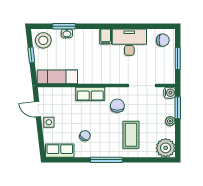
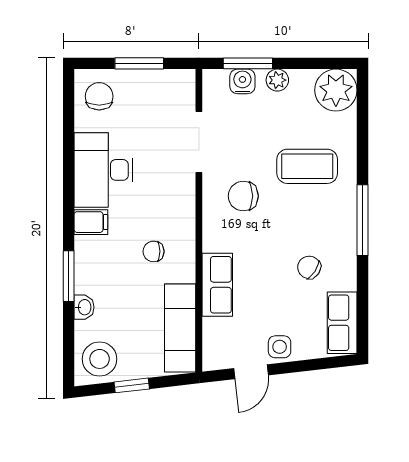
window: (64, 26) -> (69, 276), moved
chair: (92, 65) -> (154, 251), added
water cooler: (170, 93) -> (242, 81), moved
row of seats: (90, 94) -> (217, 285), moved

